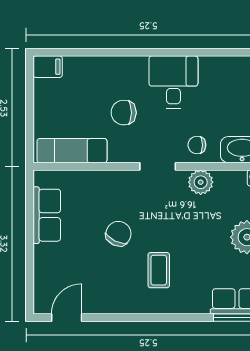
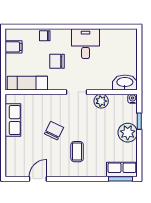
filing cabinet: (48, 67) -> (13, 47), moved
chair: (197, 145) -> (45, 36), moved
door: (67, 318) -> (38, 179), moved

